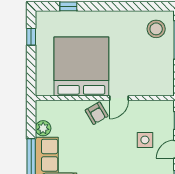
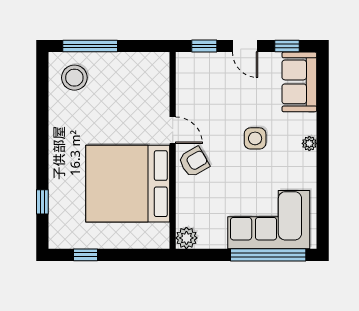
plant: (43, 128) -> (186, 238), moved
side table: (145, 140) -> (255, 138), moved

